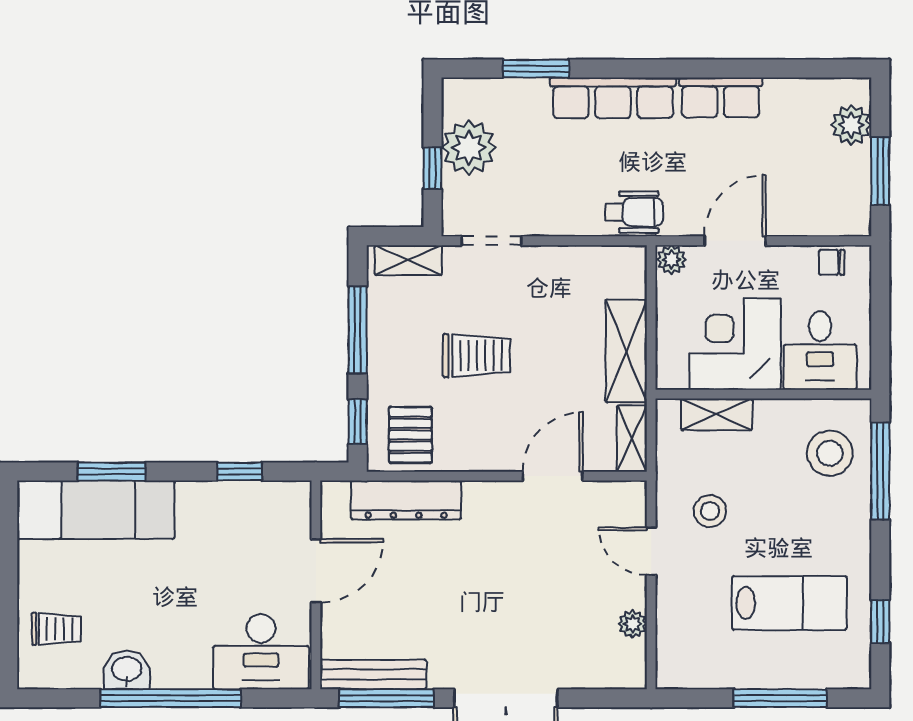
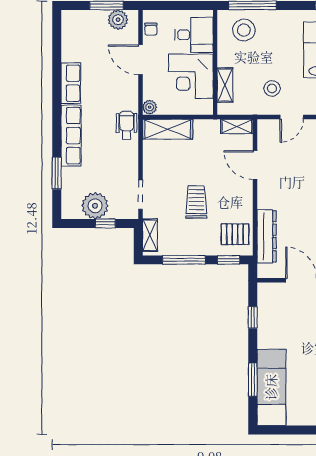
plant: (851, 125) -> (118, 20), moved
door: (735, 241) -> (140, 60), moved
shelving: (626, 351) -> (168, 129), moved

